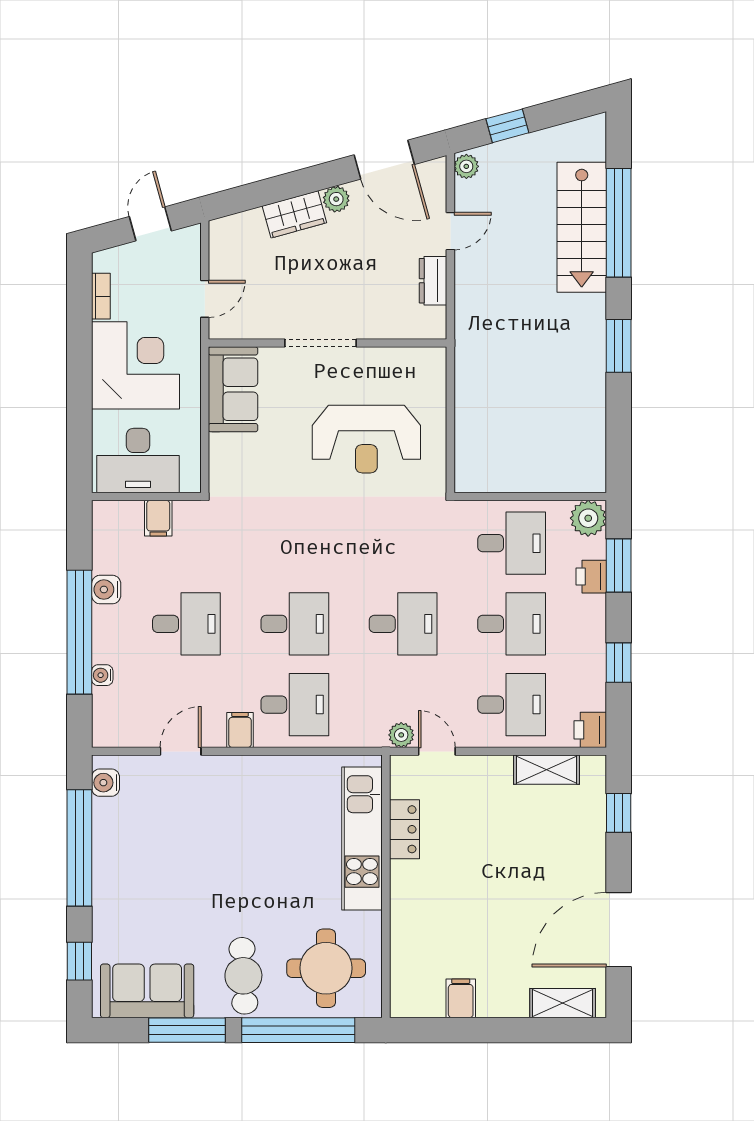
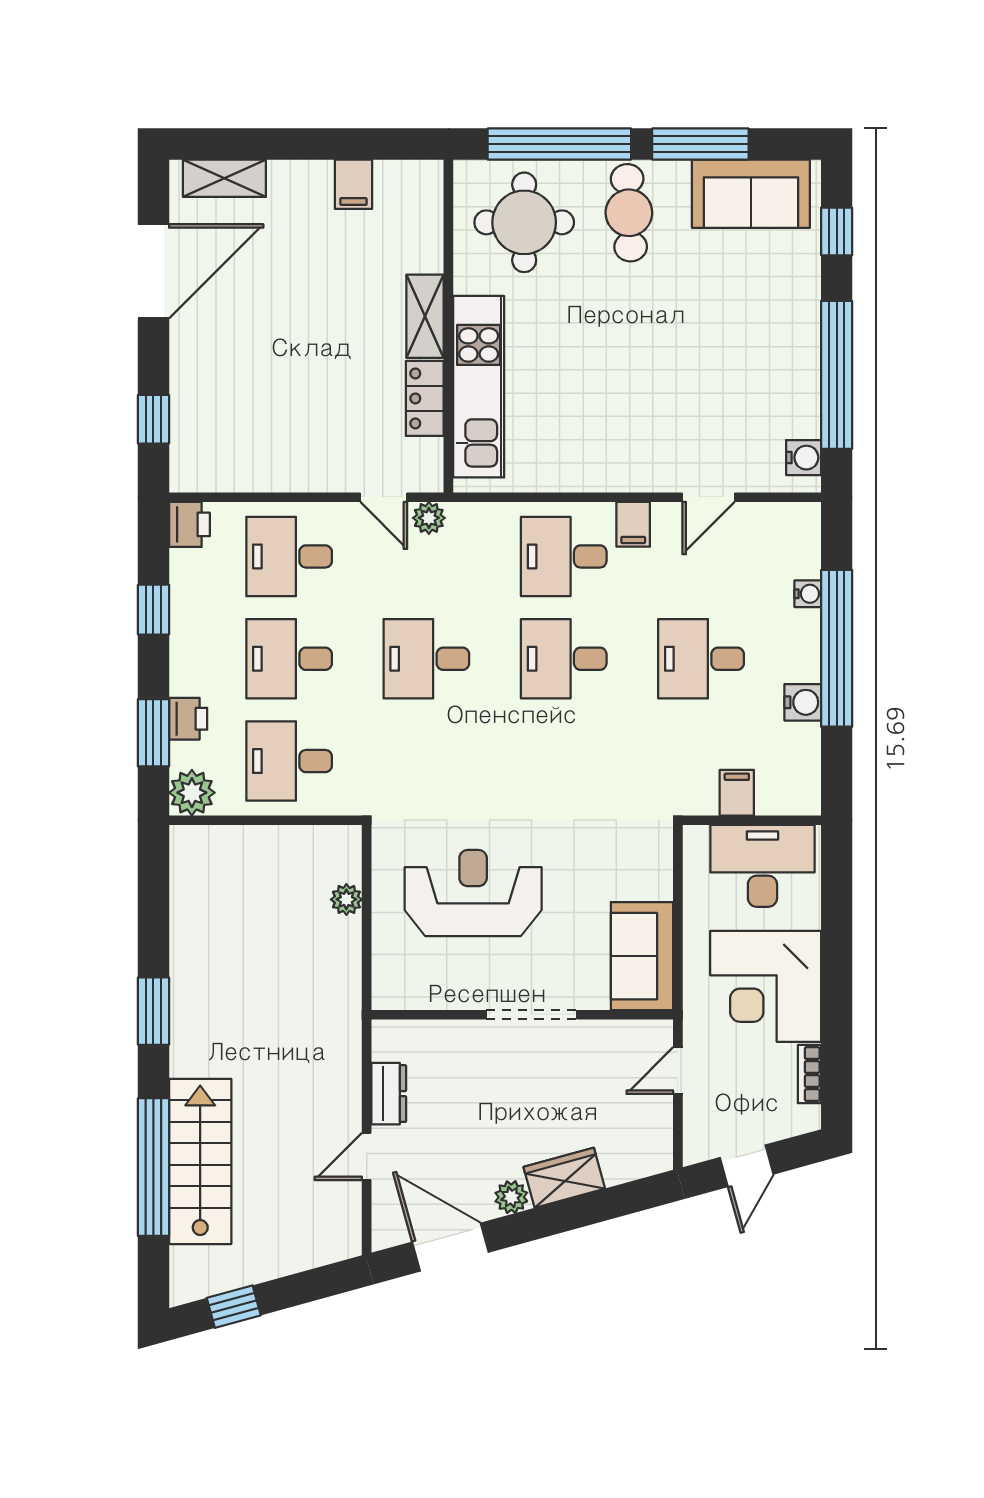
window: (507, 126) -> (234, 1307), moved
plant: (466, 166) -> (346, 899), moved
shelving: (546, 770) -> (425, 316), moved, turned 90

